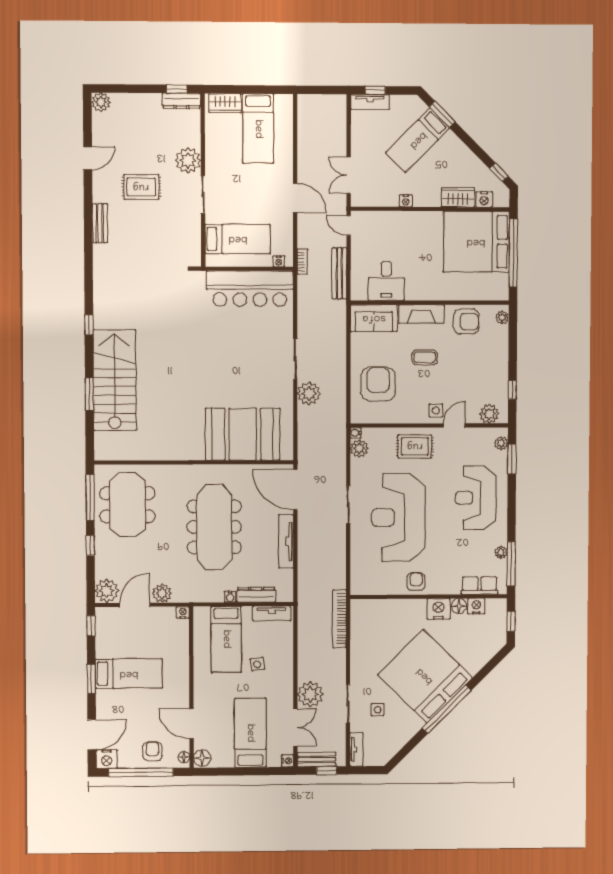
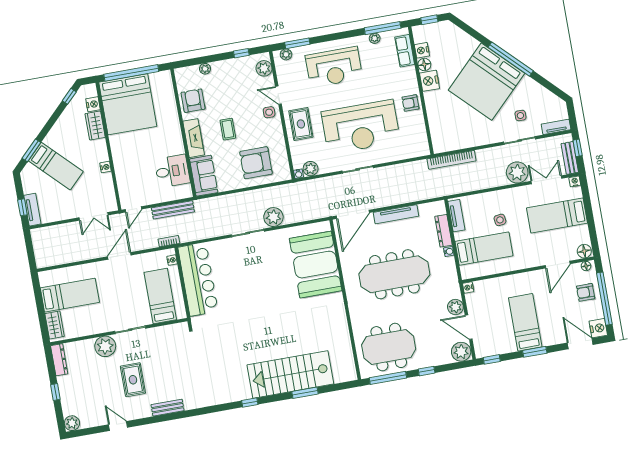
window: (177, 89) -> (55, 392), moved
plant: (502, 318) -> (205, 69), moved

